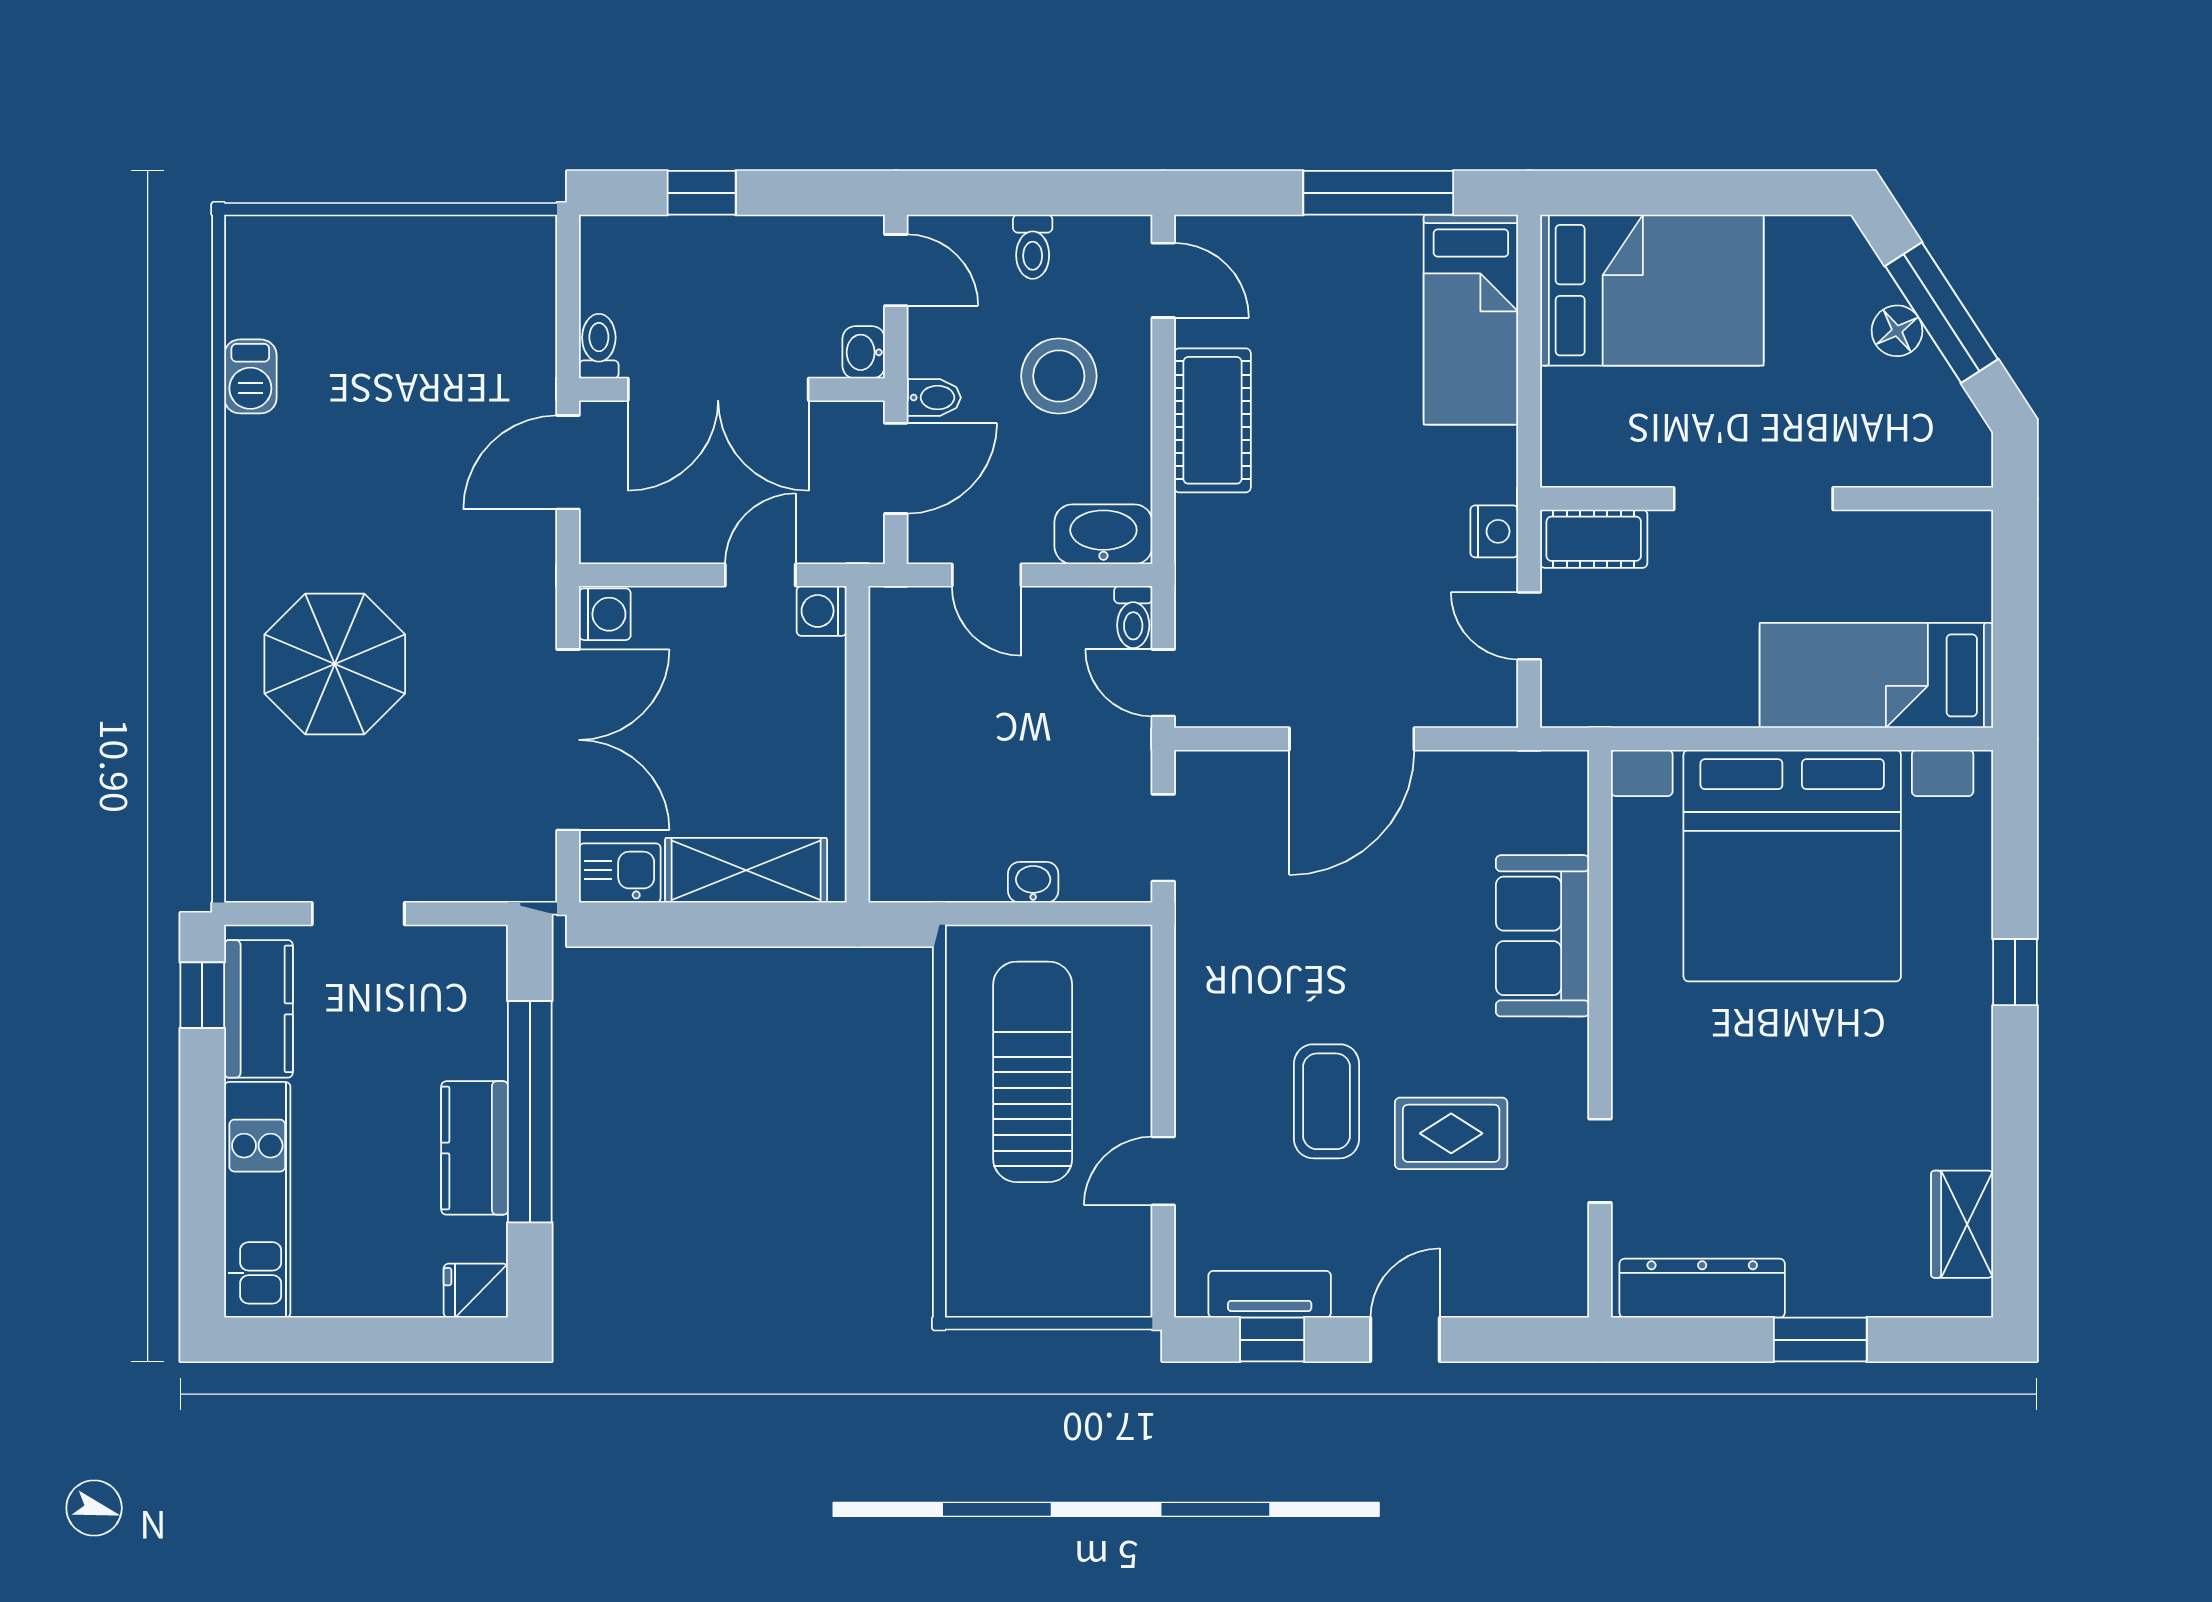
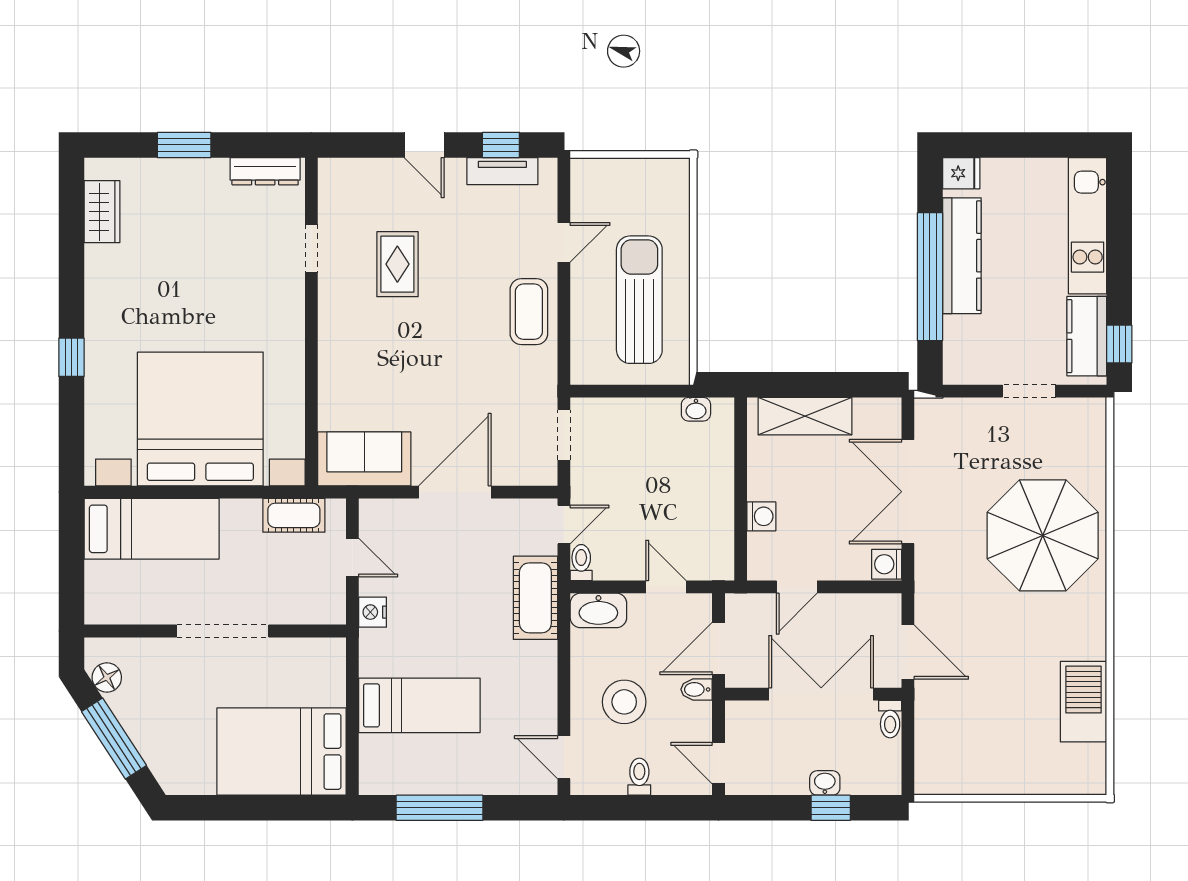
bed: (1471, 320) -> (419, 705), moved, turned 90
floor lamp: (1897, 331) -> (107, 677), moved
washbasin: (864, 352) -> (825, 783), moved, turned -90
barbecue: (250, 376) -> (1083, 702), width x1.88, depth x1.53
cot: (1212, 420) -> (535, 598), moved
door: (568, 462) -> (908, 652), hinge flipped
cot: (1594, 539) -> (294, 515), moved
washing machine: (822, 611) -> (761, 516), moved
parasol: (335, 664) -> (1043, 535), width x1.36, depth x1.36
door: (1163, 683) -> (564, 525), hinge flipped
kitchen sink: (620, 873) -> (878, 415), removed
washbasin: (1033, 882) -> (696, 409), moved
sofa: (1543, 936) -> (364, 459), moved, turned -90
sun lounger: (1033, 1072) -> (639, 300), turned 180
coffee table: (1326, 1101) -> (529, 312), moved
rug: (1451, 1133) -> (397, 264), turned 90
kitchen counter: (475, 1148) -> (962, 256), width x1.50
dresser: (1702, 1288) -> (265, 171), width x0.73, depth x0.80
door: (1405, 1340) -> (424, 145), hinge flipped

